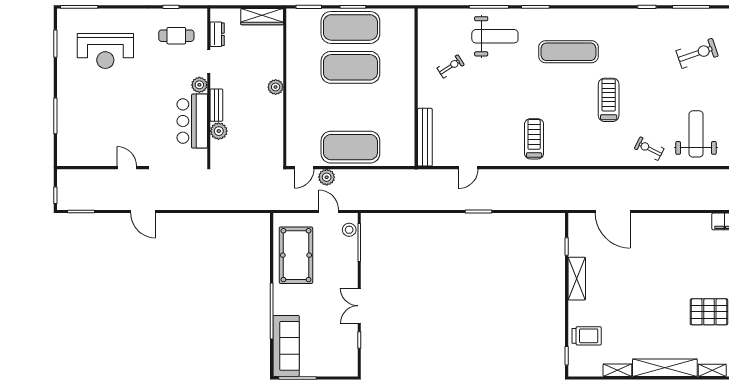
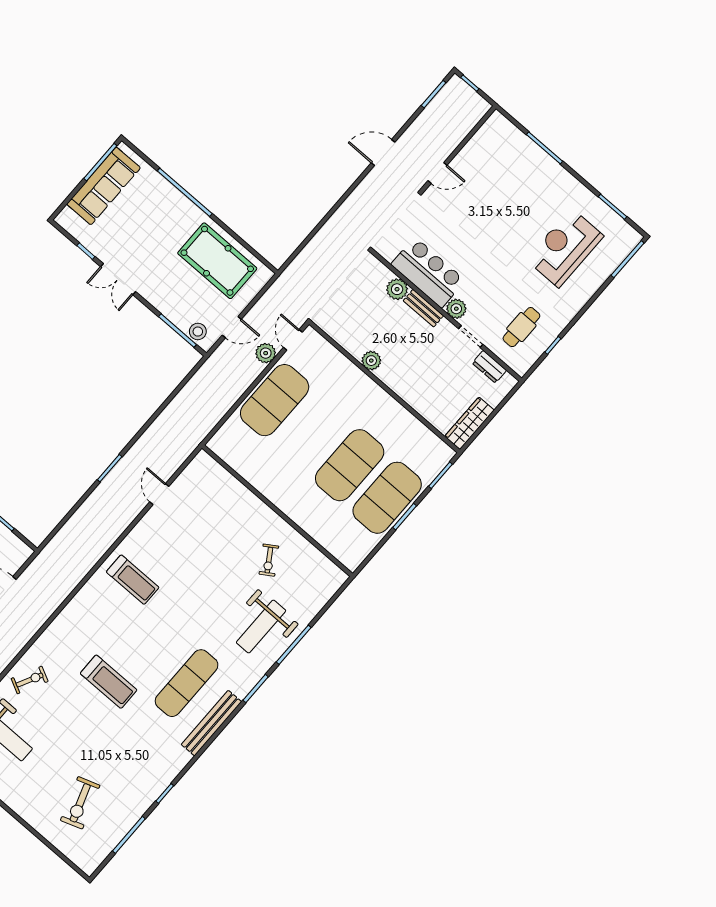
plant: (276, 87) -> (371, 361), moved
bench: (425, 137) -> (211, 723), moved, turned 90
double door: (359, 306) -> (118, 279), swing flipped
sofa: (286, 346) -> (104, 186), moved, turned -90

